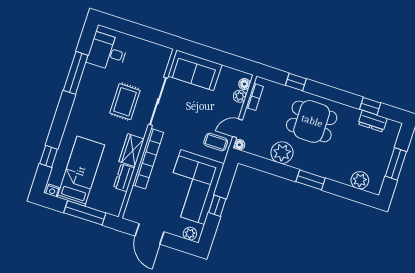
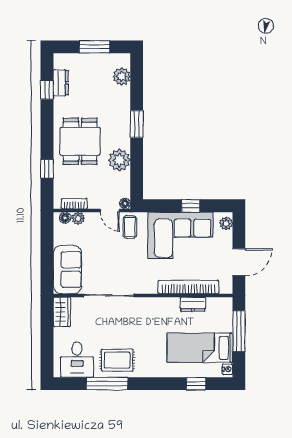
rug: (125, 102) -> (117, 360), moved
wardrobe: (132, 150) -> (62, 312), moved, turned -90
bookcase: (148, 159) -> (189, 287), moved

